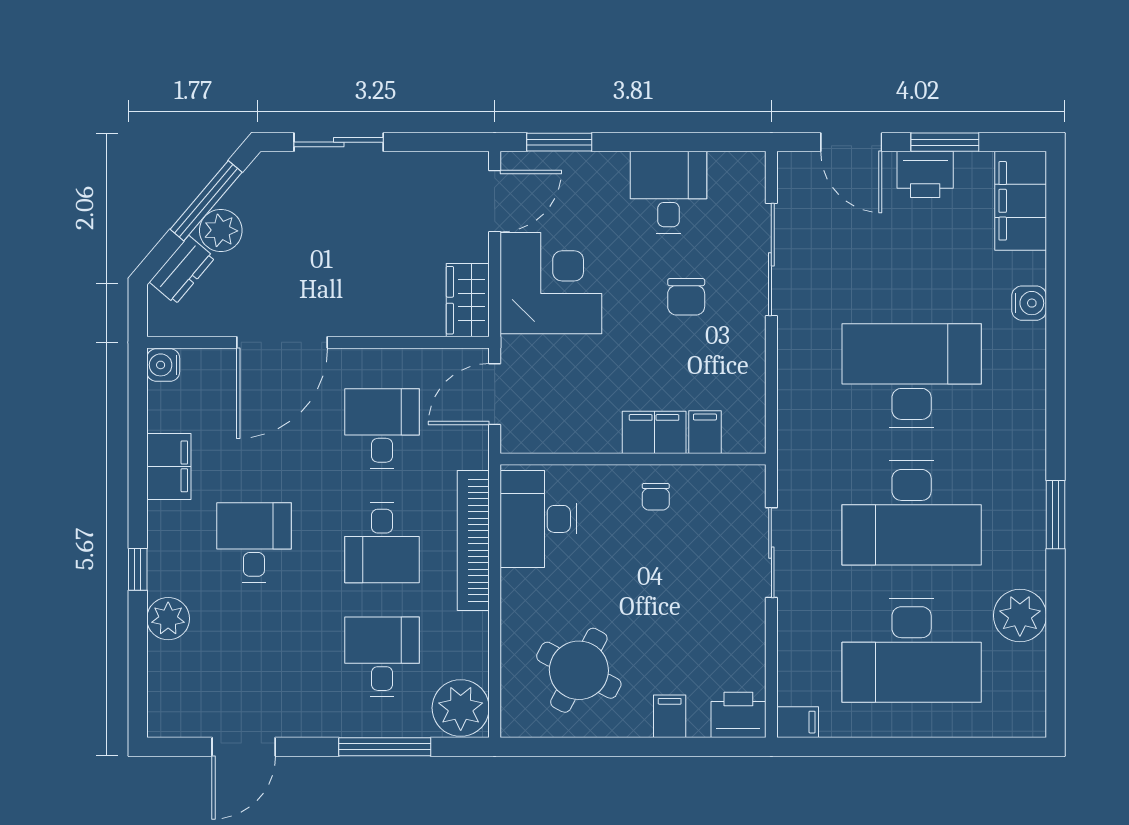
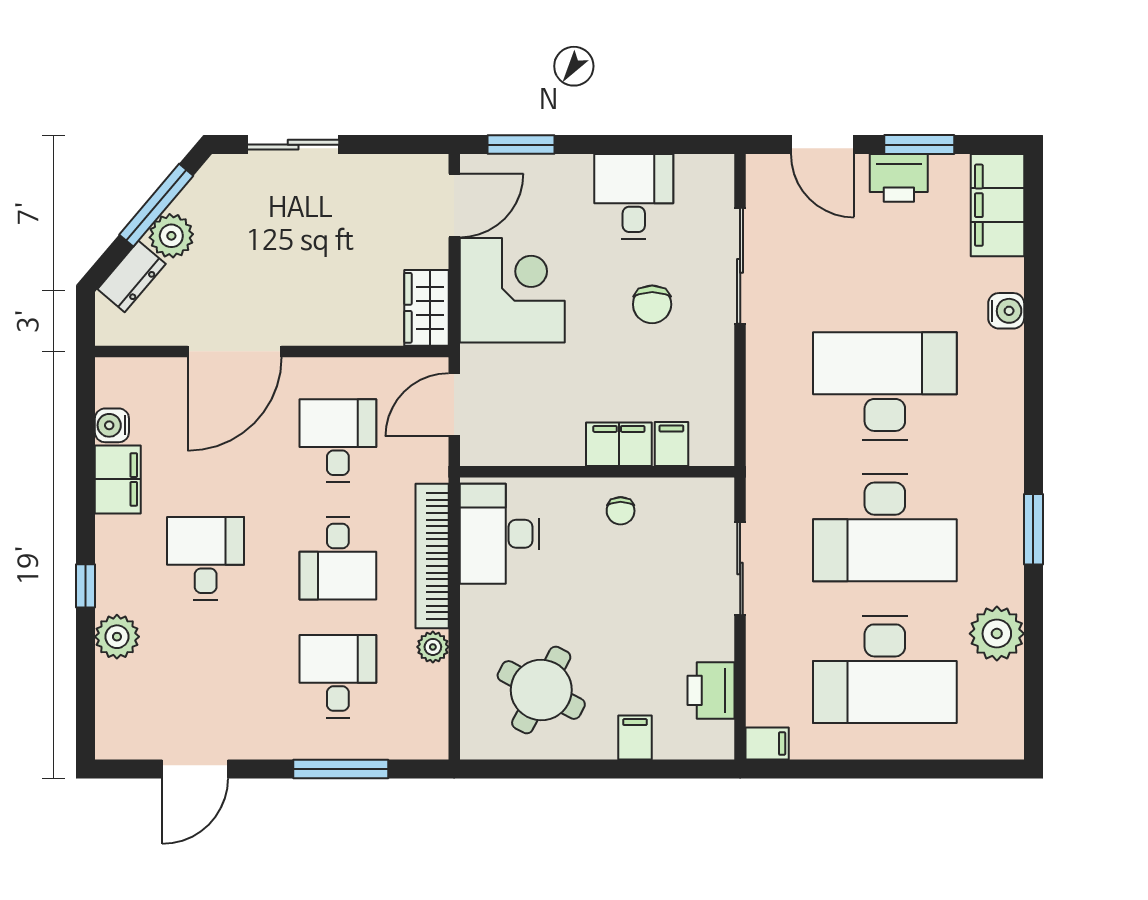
water cooler: (163, 365) -> (112, 425), moved
plant: (461, 708) -> (433, 647), moved, width x0.53, depth x0.53
printer: (738, 715) -> (711, 690), moved, turned -90

